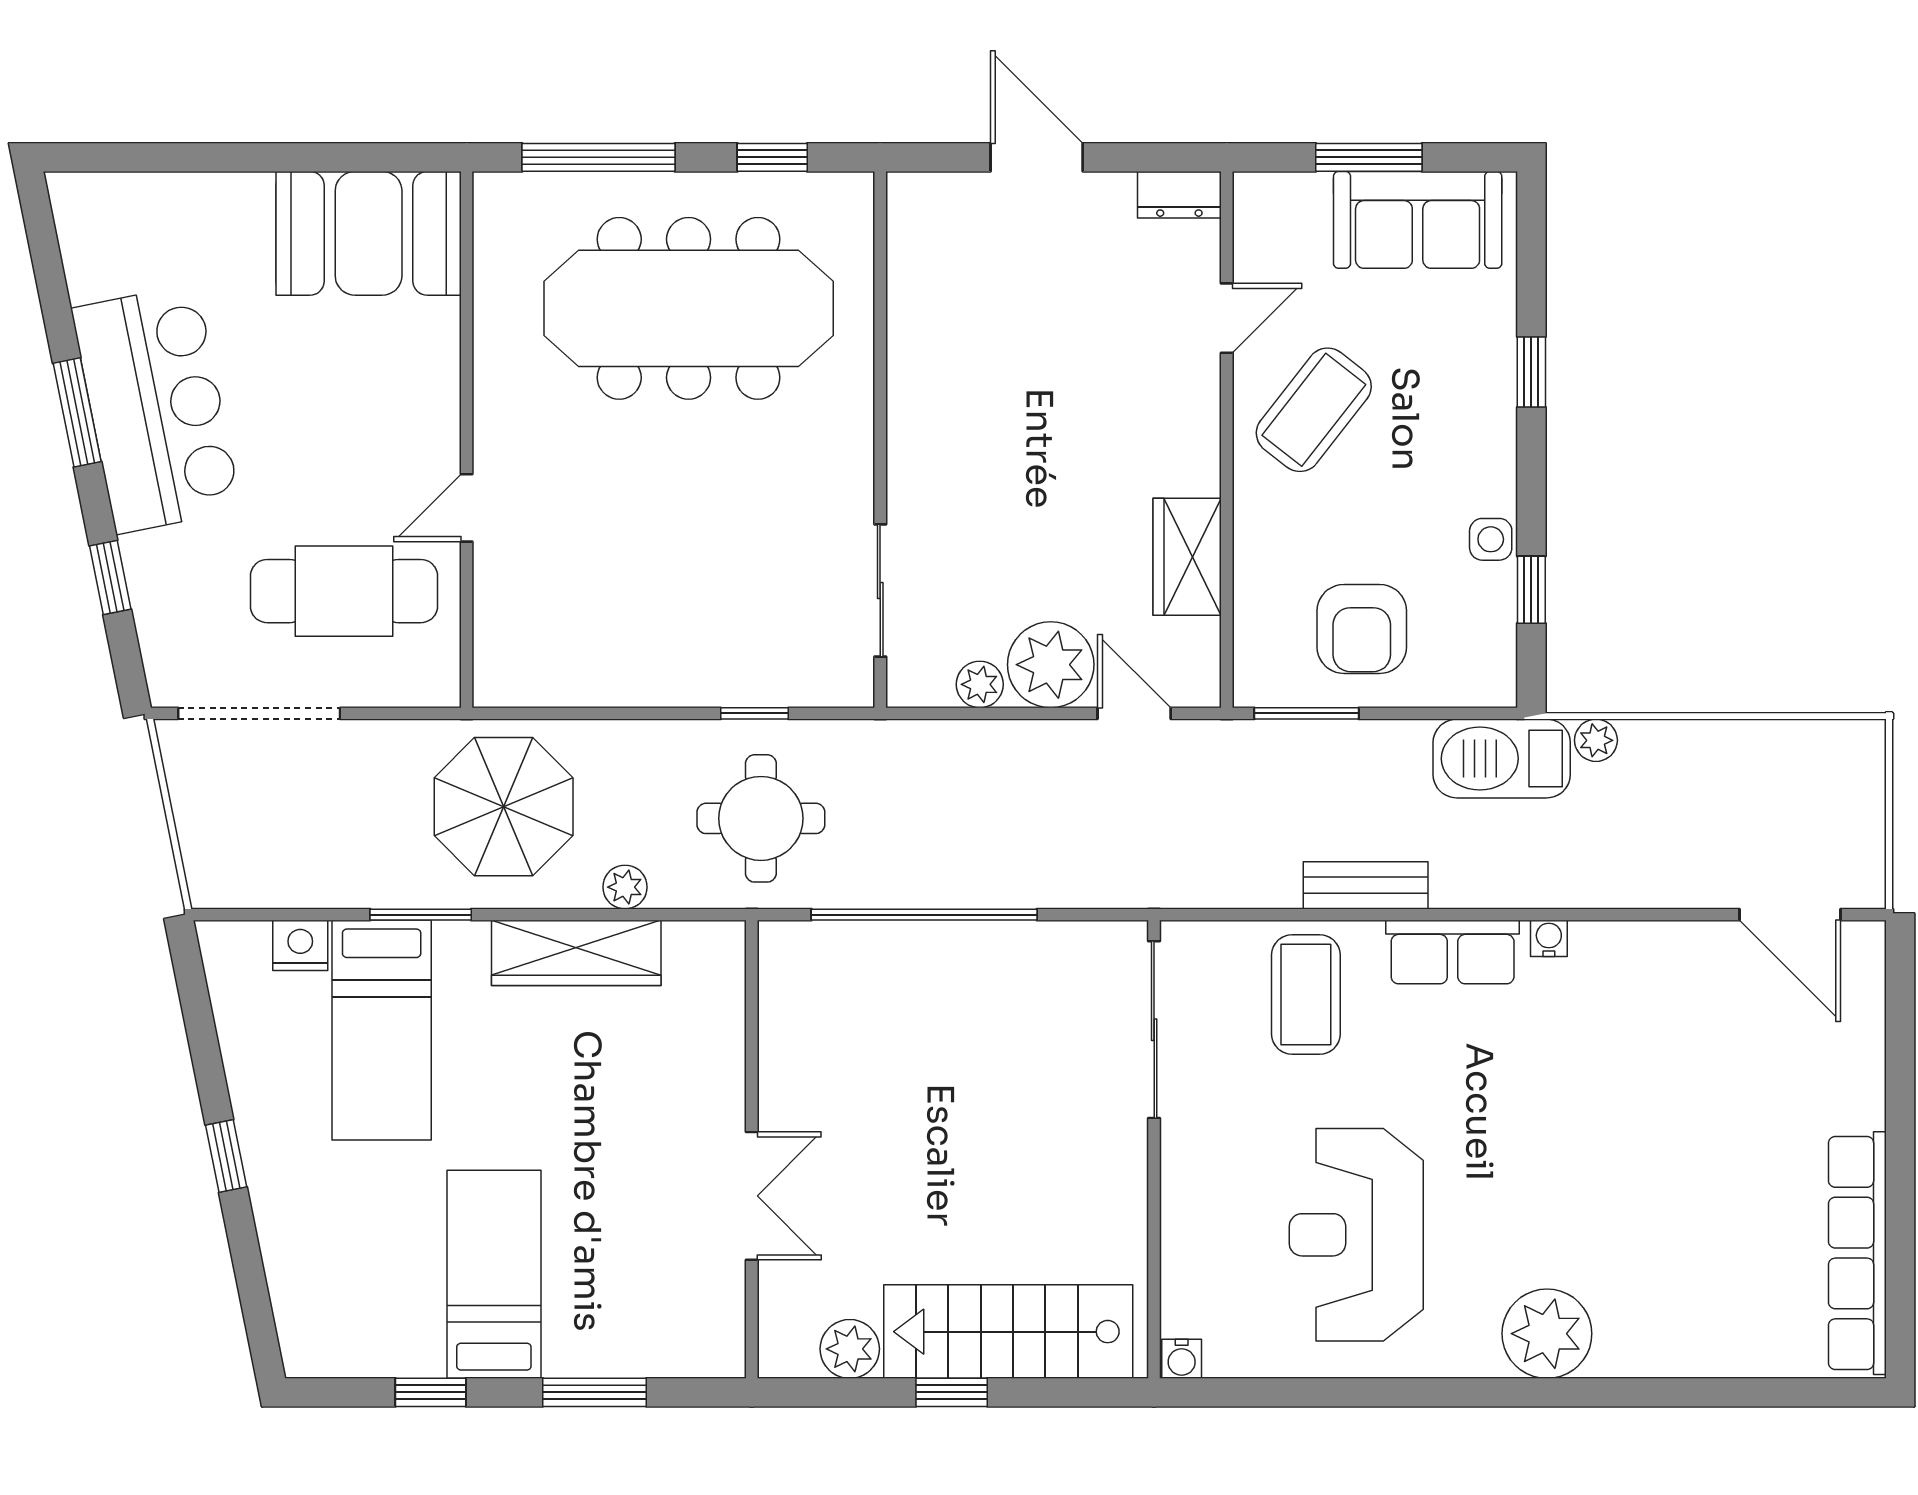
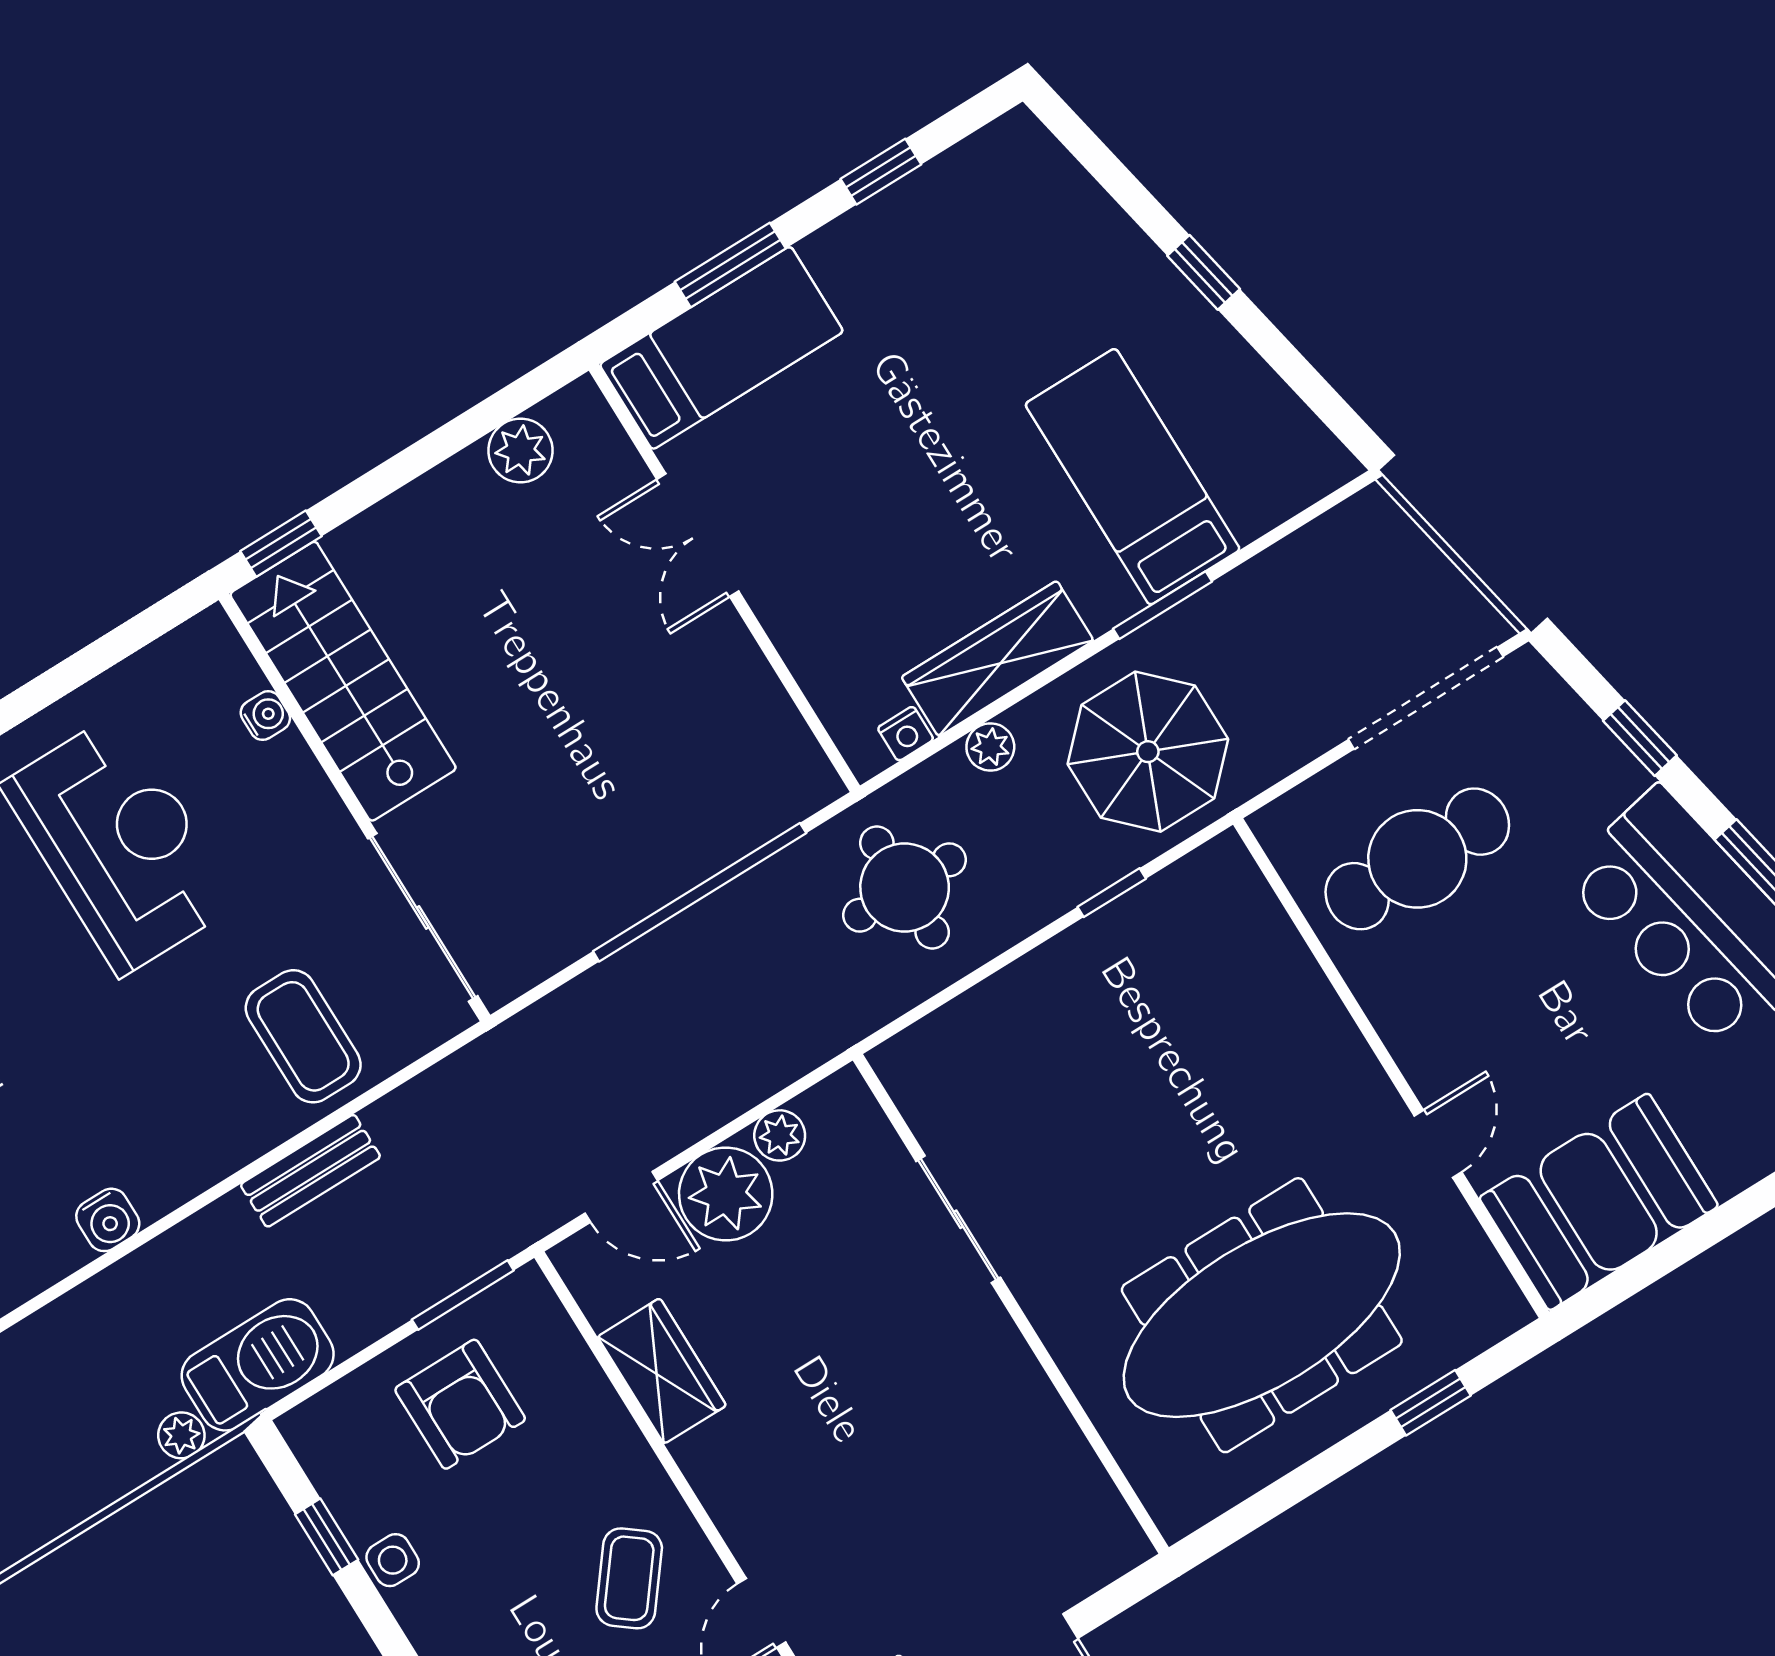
window: (599, 157) -> (1431, 1403), width x0.46
window: (772, 157) -> (1271, 1502), removed
coffee table: (1314, 410) -> (629, 1578), width x0.73, depth x0.77
door: (467, 508) -> (1438, 1144), moved
sliding door: (880, 590) -> (958, 1219), moved
armchair: (1362, 629) -> (460, 1404), turned 180
window: (755, 713) -> (1112, 893), moved
water cooler: (1549, 938) -> (108, 1220), width x1.38, depth x1.38
nightstand: (300, 945) -> (906, 734), moved, width x0.72, depth x0.74
row of seats: (1453, 952) -> (192, 1159), removed
bed: (494, 1274) -> (721, 348), moved, turned -90
stairs: (1008, 1332) -> (343, 681), moved, turned -90
water cooler: (1182, 1359) -> (265, 716), moved, turned 90
window: (952, 1392) -> (281, 544), moved

